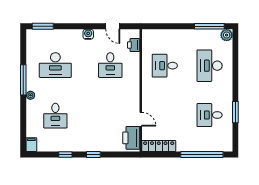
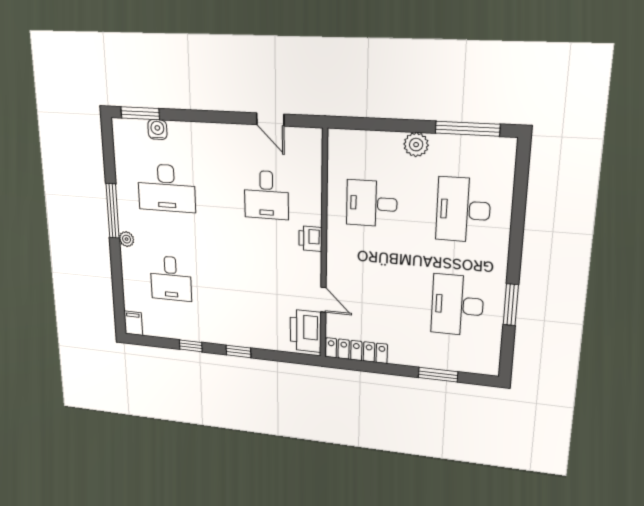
water cooler: (88, 34) -> (157, 129), moved
plant: (227, 35) -> (416, 145), moved
printer: (134, 45) -> (310, 239), moved
desk: (210, 115) -> (457, 305), width x1.37
window: (202, 154) -> (438, 375), width x0.47

